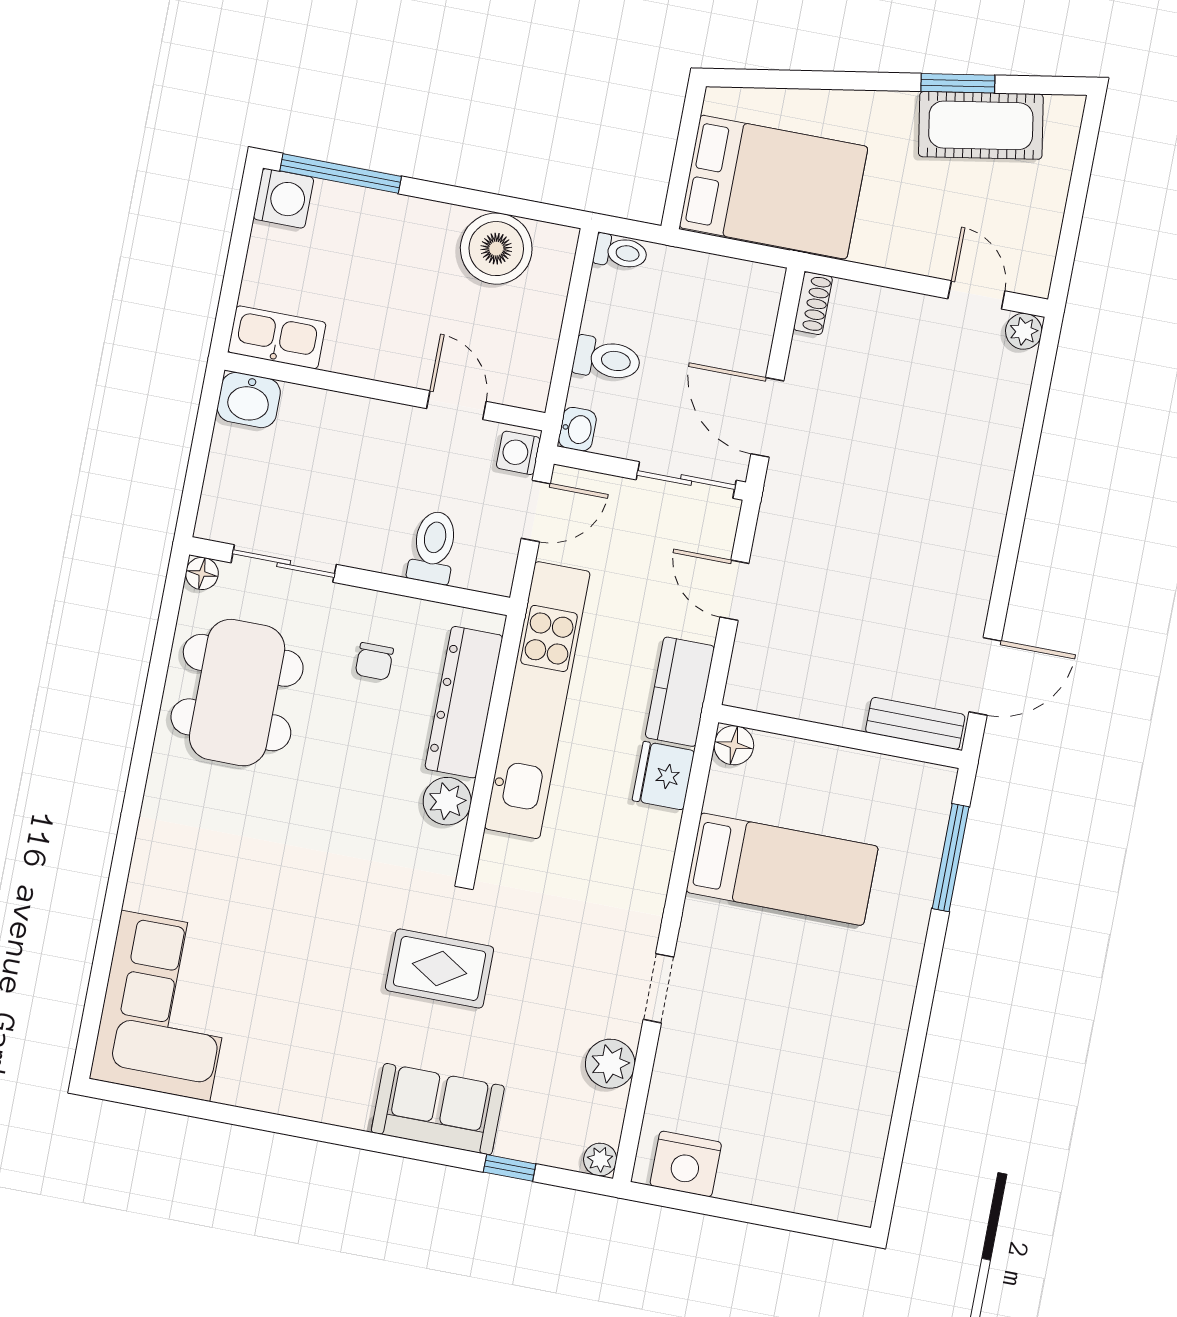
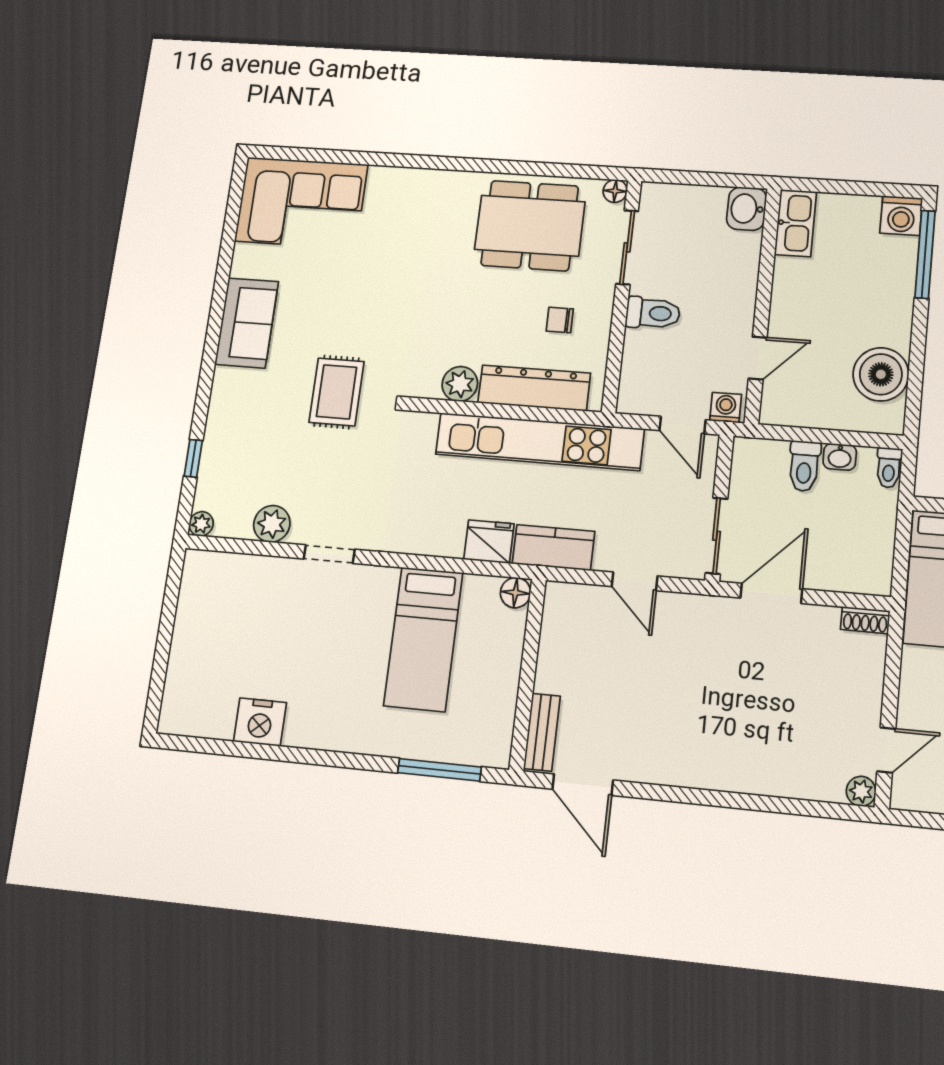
washbasin: (577, 429) -> (840, 457), moved
toilet: (433, 547) -> (653, 313), moved
door: (734, 590) -> (635, 581), swing flipped
sofa: (438, 1109) -> (247, 323), moved
nightstand: (686, 1164) -> (260, 722), moved, turned -90

